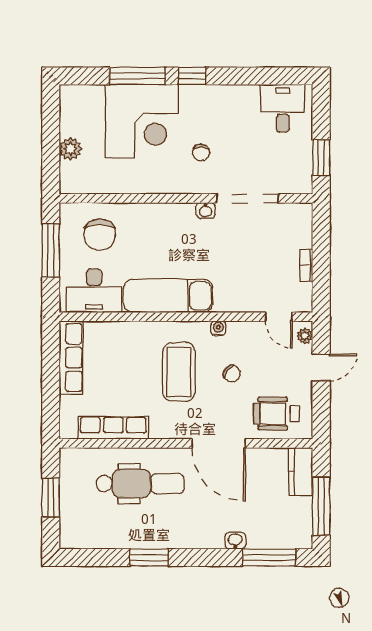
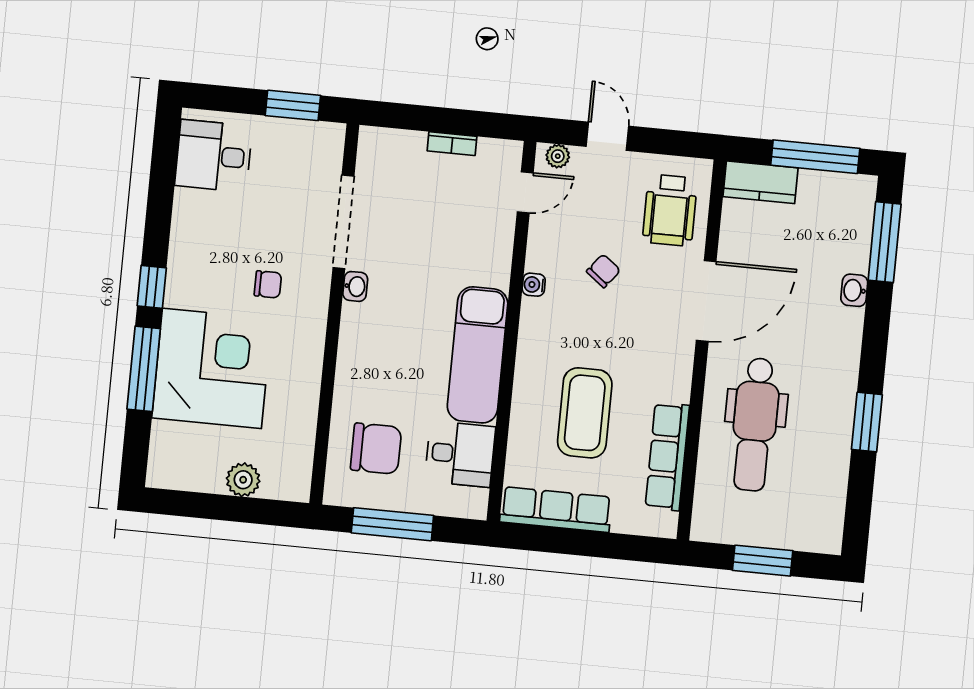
desk: (94, 291) -> (460, 454), width x0.73
coffee table: (179, 372) -> (585, 413), moved, turned 90
dental chair: (140, 484) -> (755, 424), turned 180

